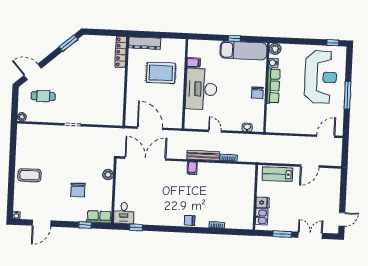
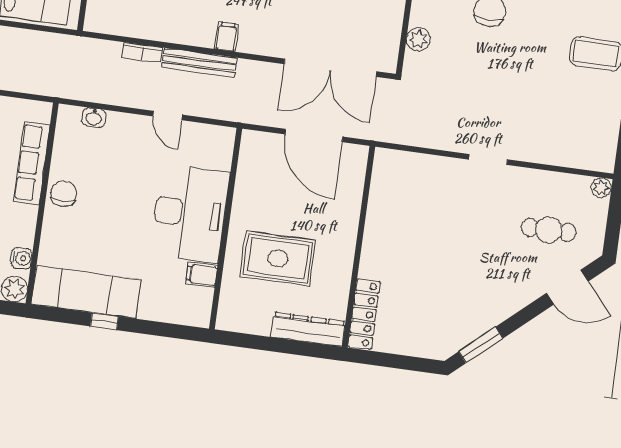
row of seats: (273, 86) -> (32, 163), moved

